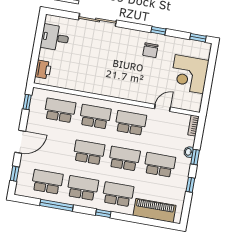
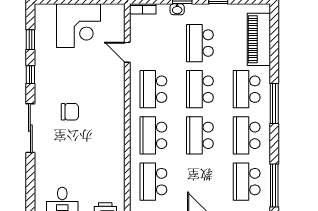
sliding door: (98, 20) -> (30, 128), moved
window: (198, 38) -> (30, 40), moved
chair: (150, 50) -> (70, 112), moved
window: (56, 205) -> (274, 186), moved
window: (103, 213) -> (274, 103), width x2.17

